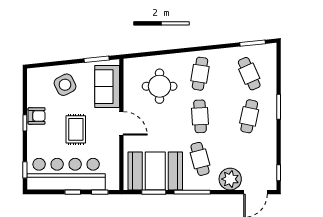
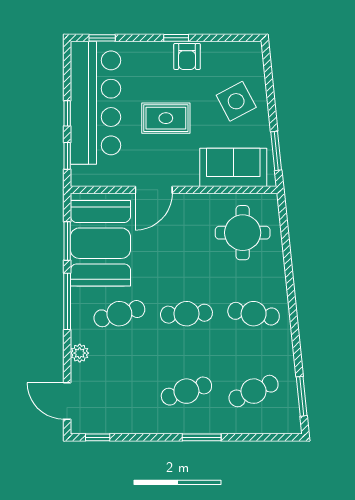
round table: (160, 86) -> (243, 233), moved
cafe table: (249, 116) -> (186, 391), turned -30
door: (121, 123) -> (154, 190), moved
plant: (230, 179) -> (80, 353), width x0.53, depth x0.53

